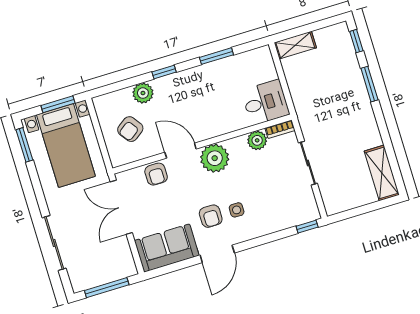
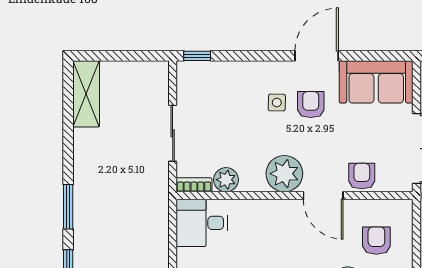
armchair: (130, 129) -> (376, 241), turned -54

